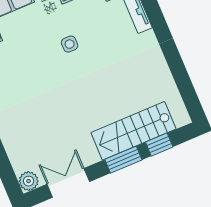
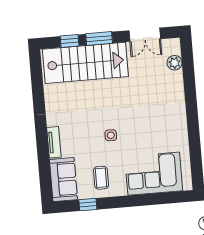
stairs: (134, 131) -> (85, 63), width x1.36, depth x1.51
plant: (29, 181) -> (175, 63), moved

